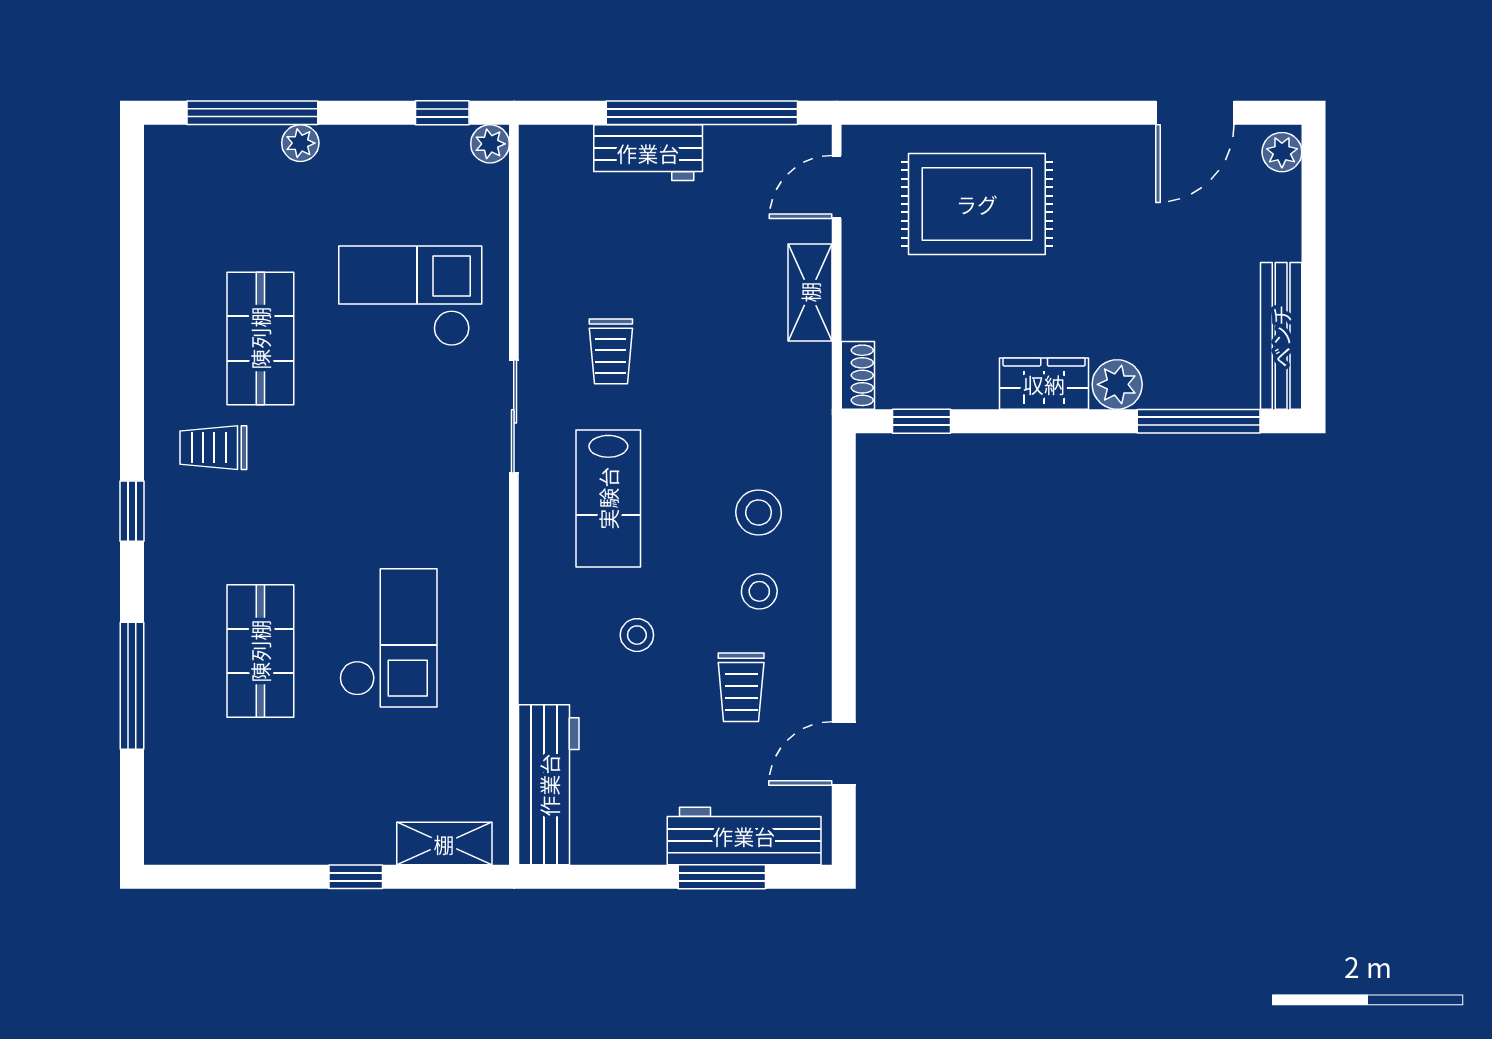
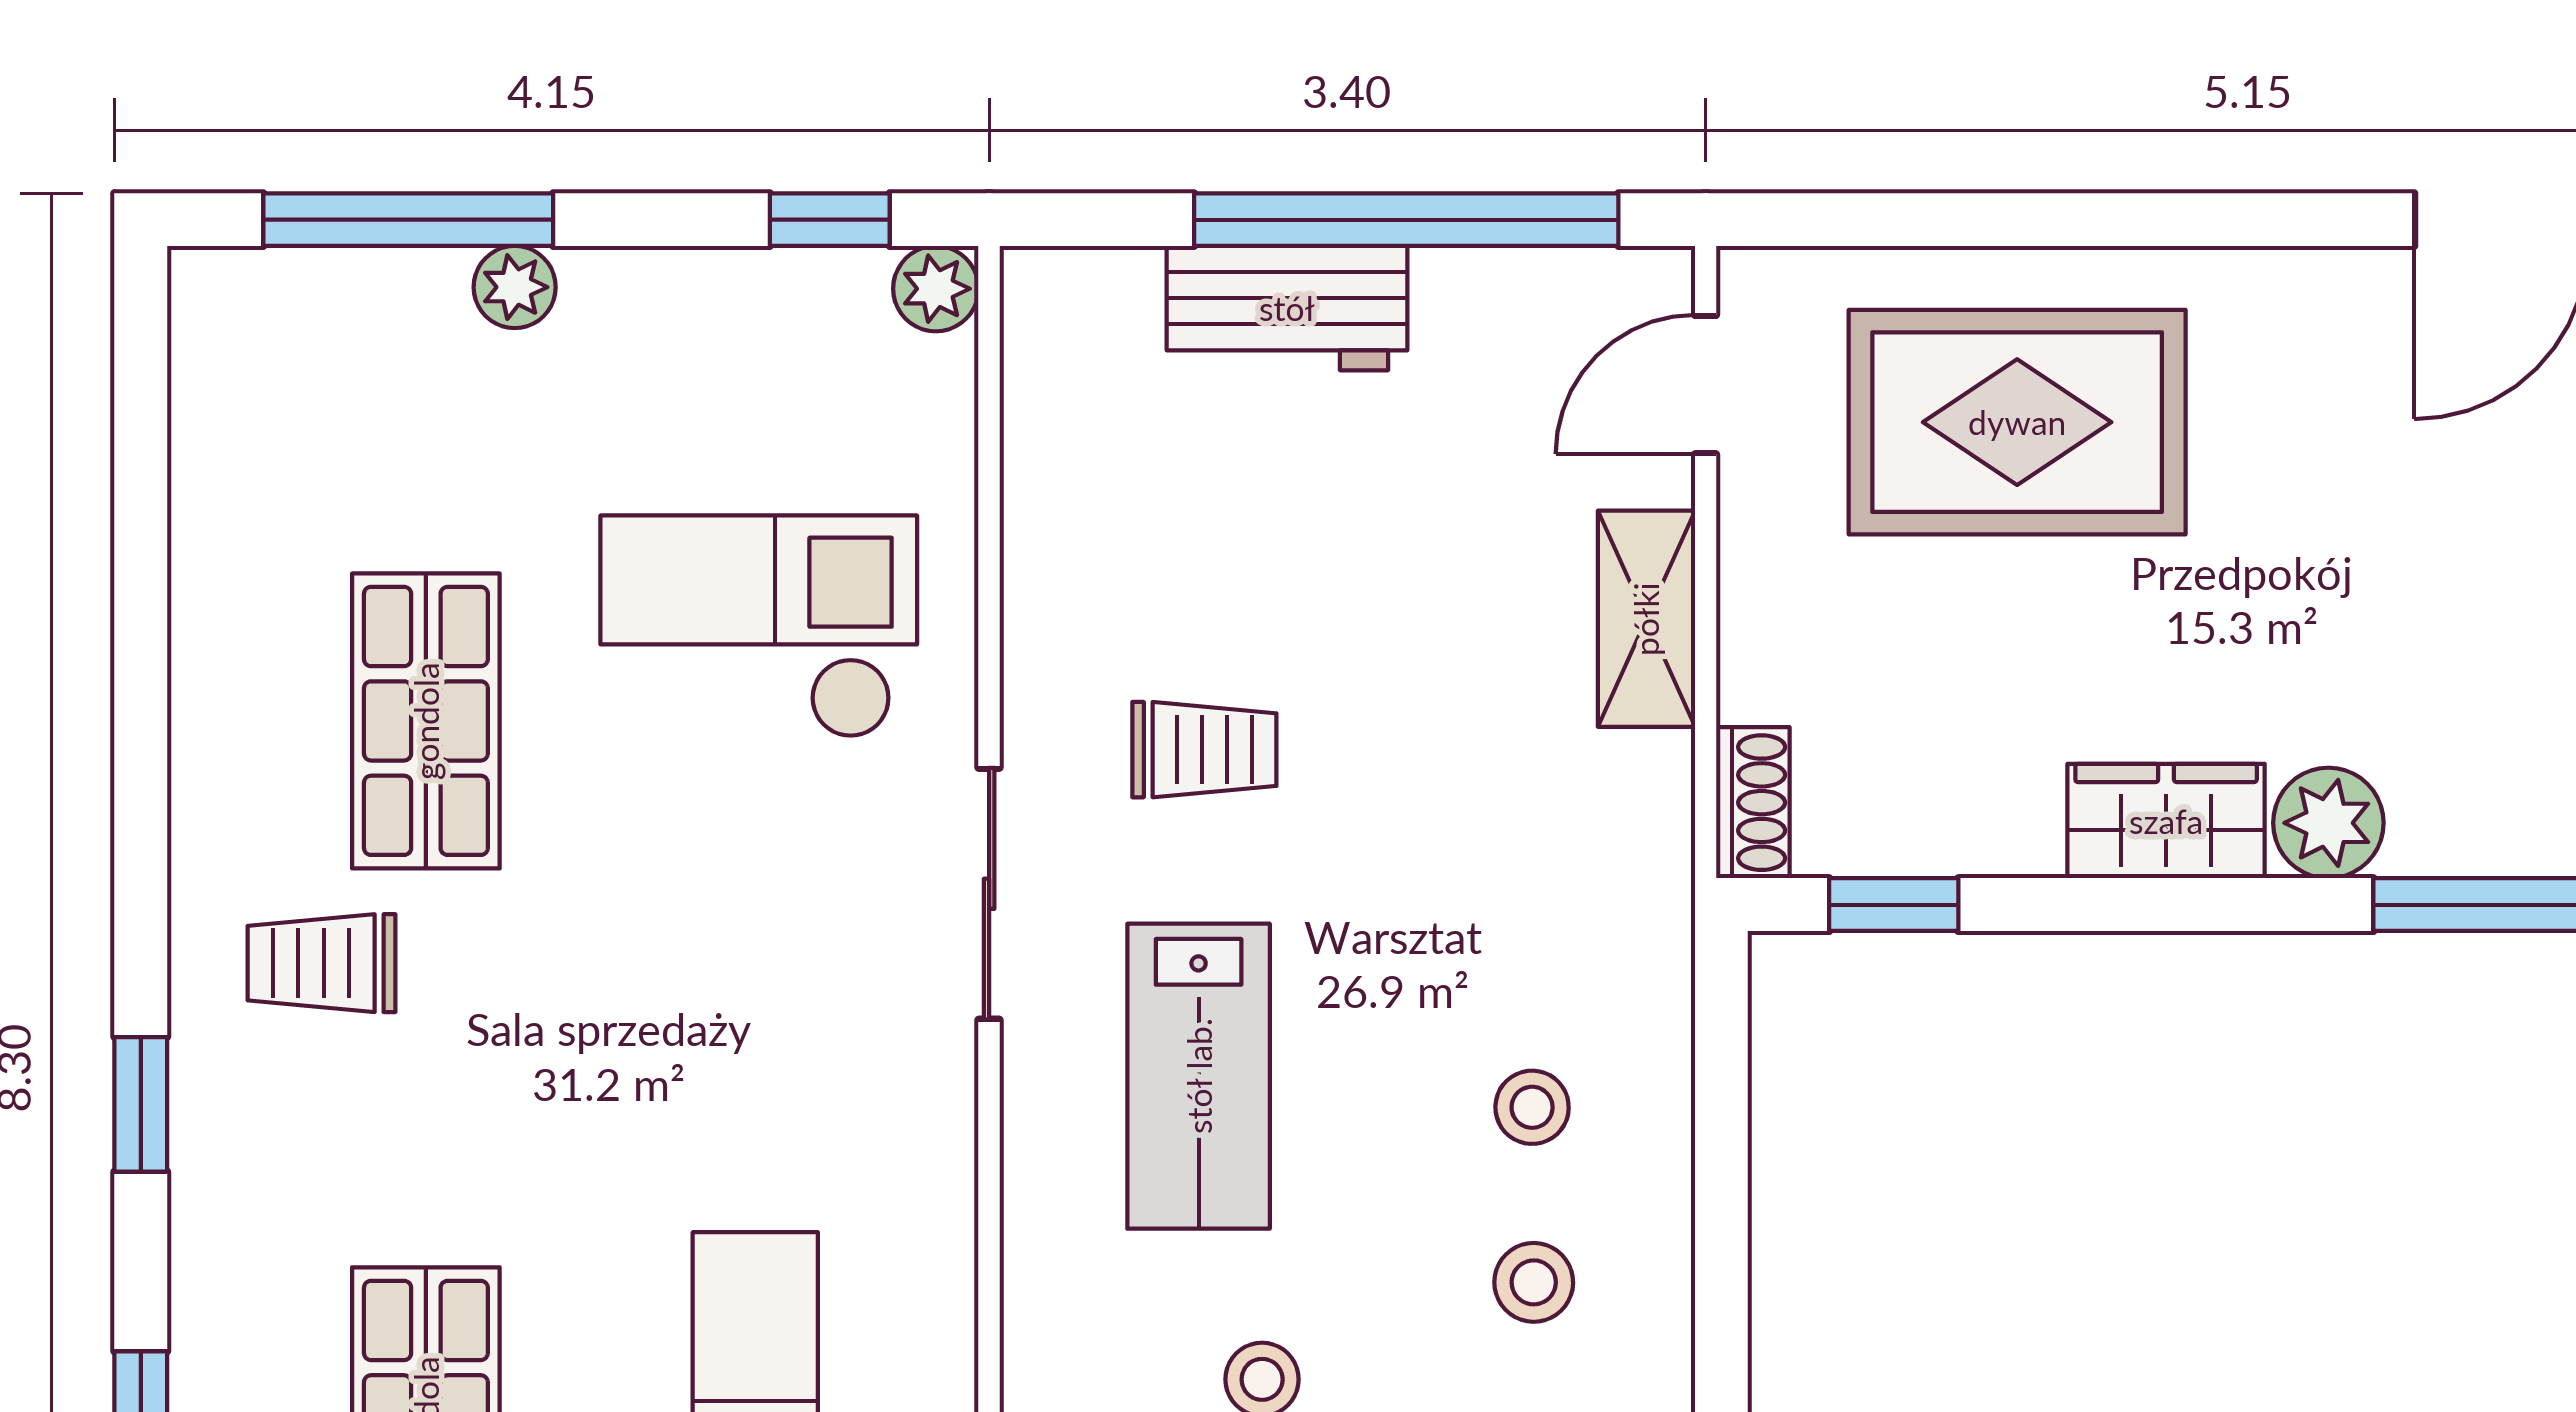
trolley: (611, 351) -> (1204, 750), turned -90
stool: (759, 512) -> (1532, 1107), width x0.73, depth x0.73

